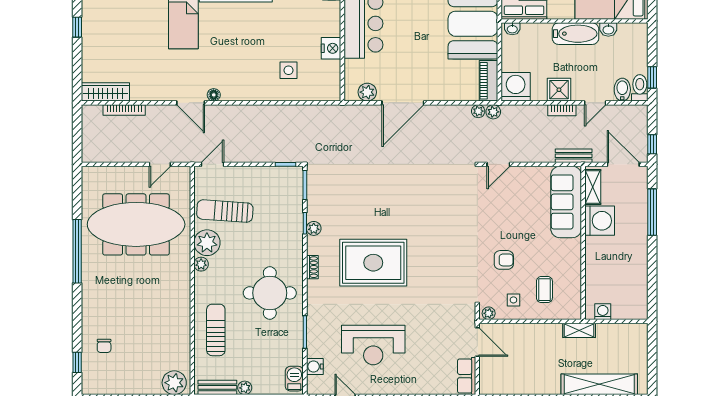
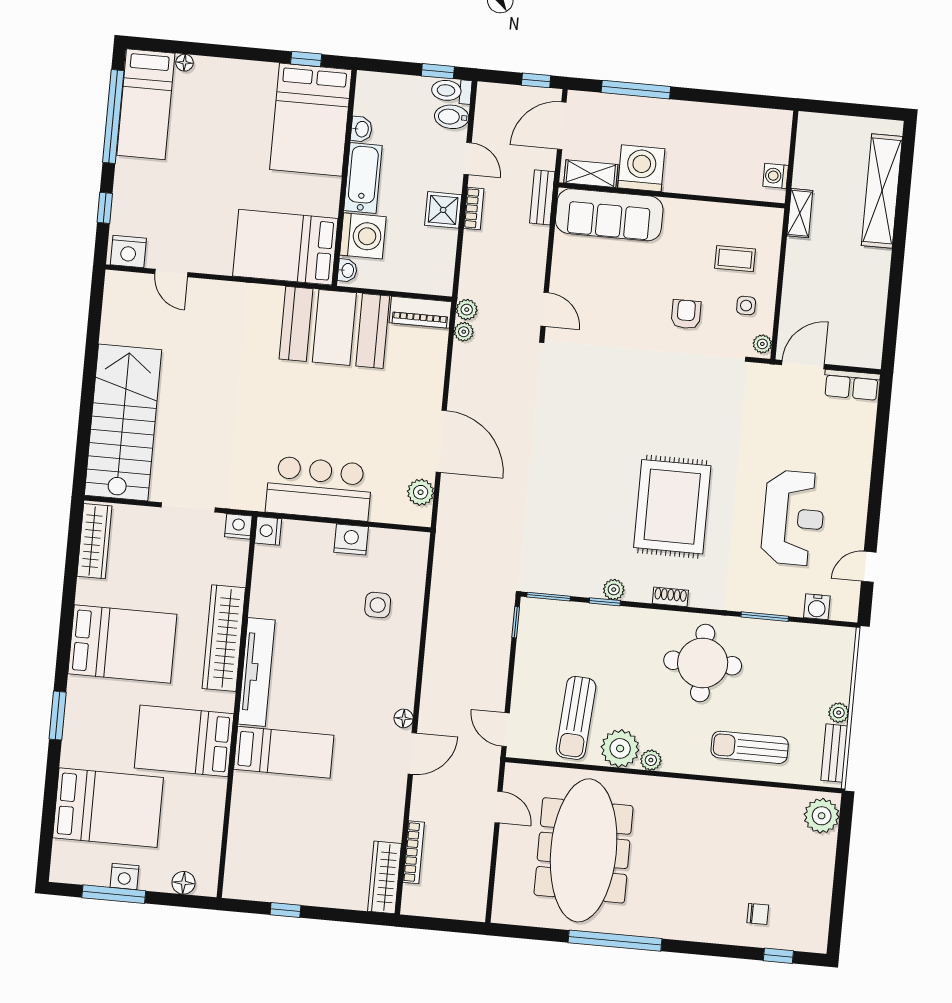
washing machine: (516, 87) -> (363, 236), moved, turned 180
barbecue: (294, 379) -> (832, 639), removed

